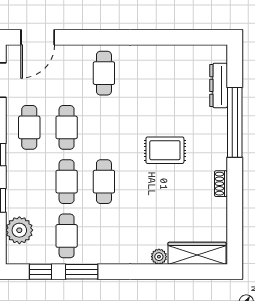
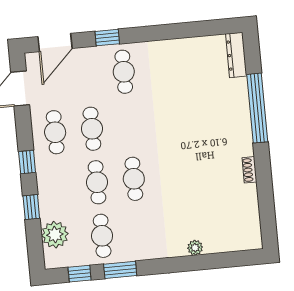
window: (91, 37) -> (107, 38), added
dresser: (219, 85) -> (236, 55), moved
rug: (165, 150) -> (191, 142), removed
wardrobe: (197, 253) -> (232, 241), removed

